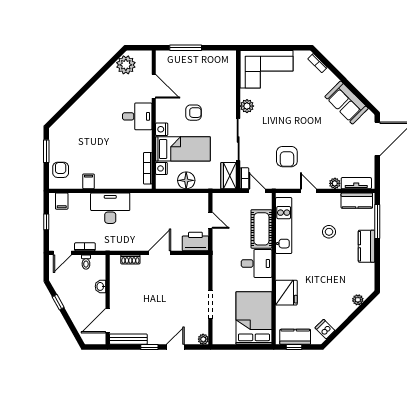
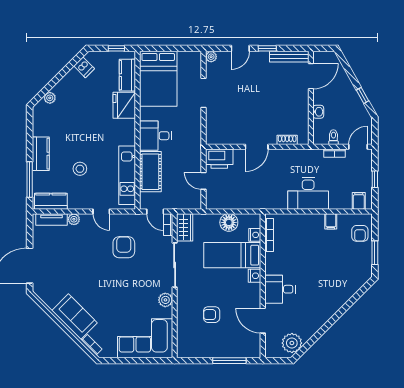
sofa: (347, 103) -> (75, 317), moved
armchair: (193, 113) -> (212, 315), moved
kitchen counter: (295, 337) -> (127, 75), moved, turned 90

